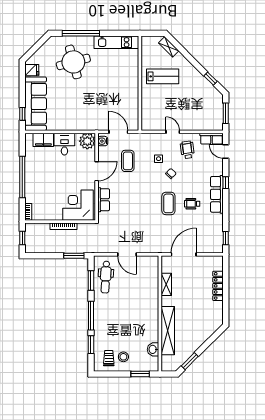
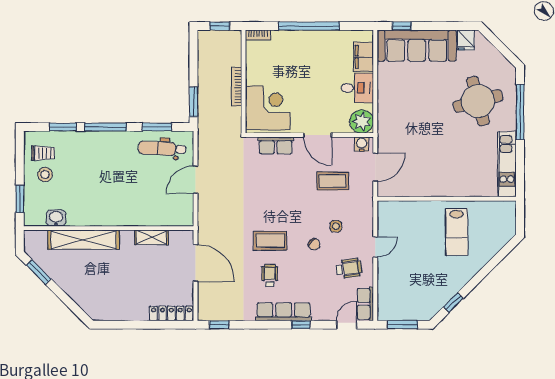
shelving: (169, 47) -> (500, 241), removed
locker: (218, 286) -> (171, 313), moved

